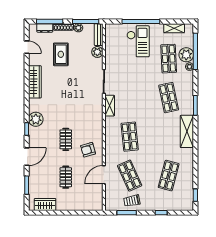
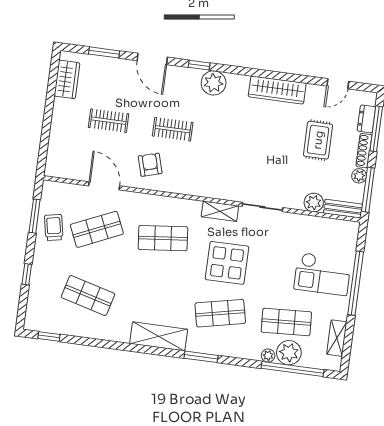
rug: (61, 54) -> (318, 140), turned 90
display table: (139, 98) -> (227, 263), added

